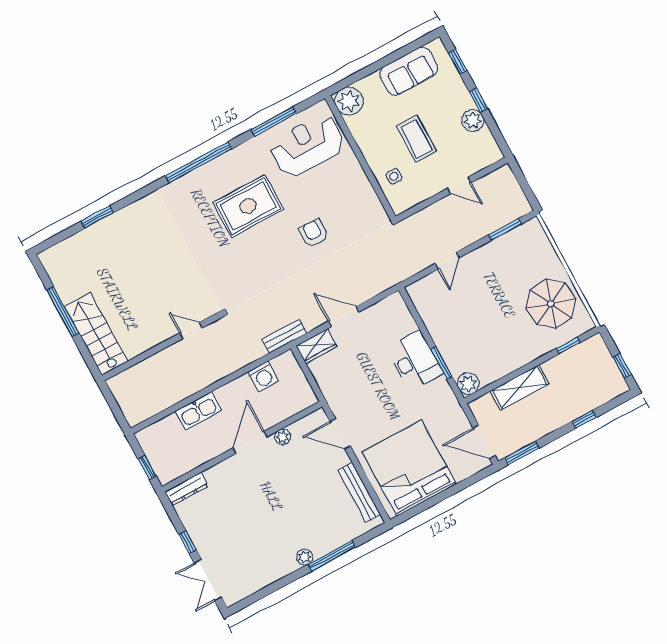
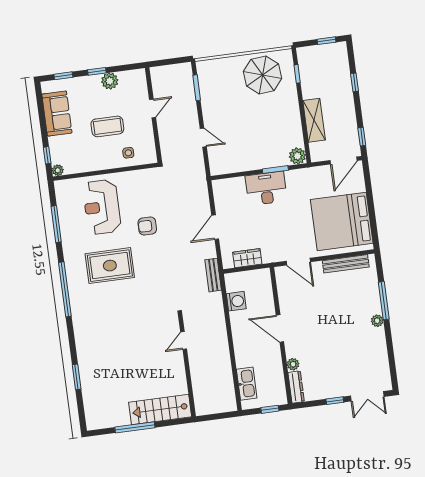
window: (353, 79) -> (47, 155), added
plant: (349, 101) -> (58, 170), width x0.53, depth x0.53
reception desk: (307, 146) -> (102, 207), moved
rug: (248, 206) -> (110, 266), turned 90
wardrobe: (316, 346) -> (247, 258), moved, turned -90
kitchen sink: (198, 411) -> (247, 384), moved
door: (340, 434) -> (298, 262), hinge flipped
plant: (283, 437) -> (293, 364), moved
window: (522, 453) -> (362, 137), width x0.67

